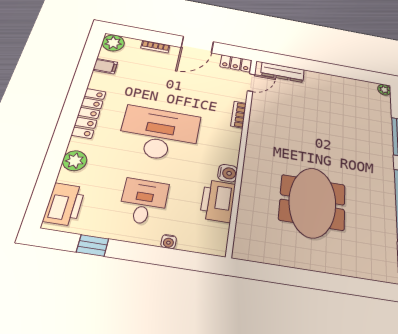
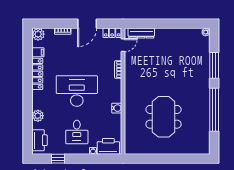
locker: (89, 113) -> (37, 74), moved
desk: (144, 201) -> (77, 132), turned 180
printer: (218, 201) -> (108, 146), moved, turned 90

